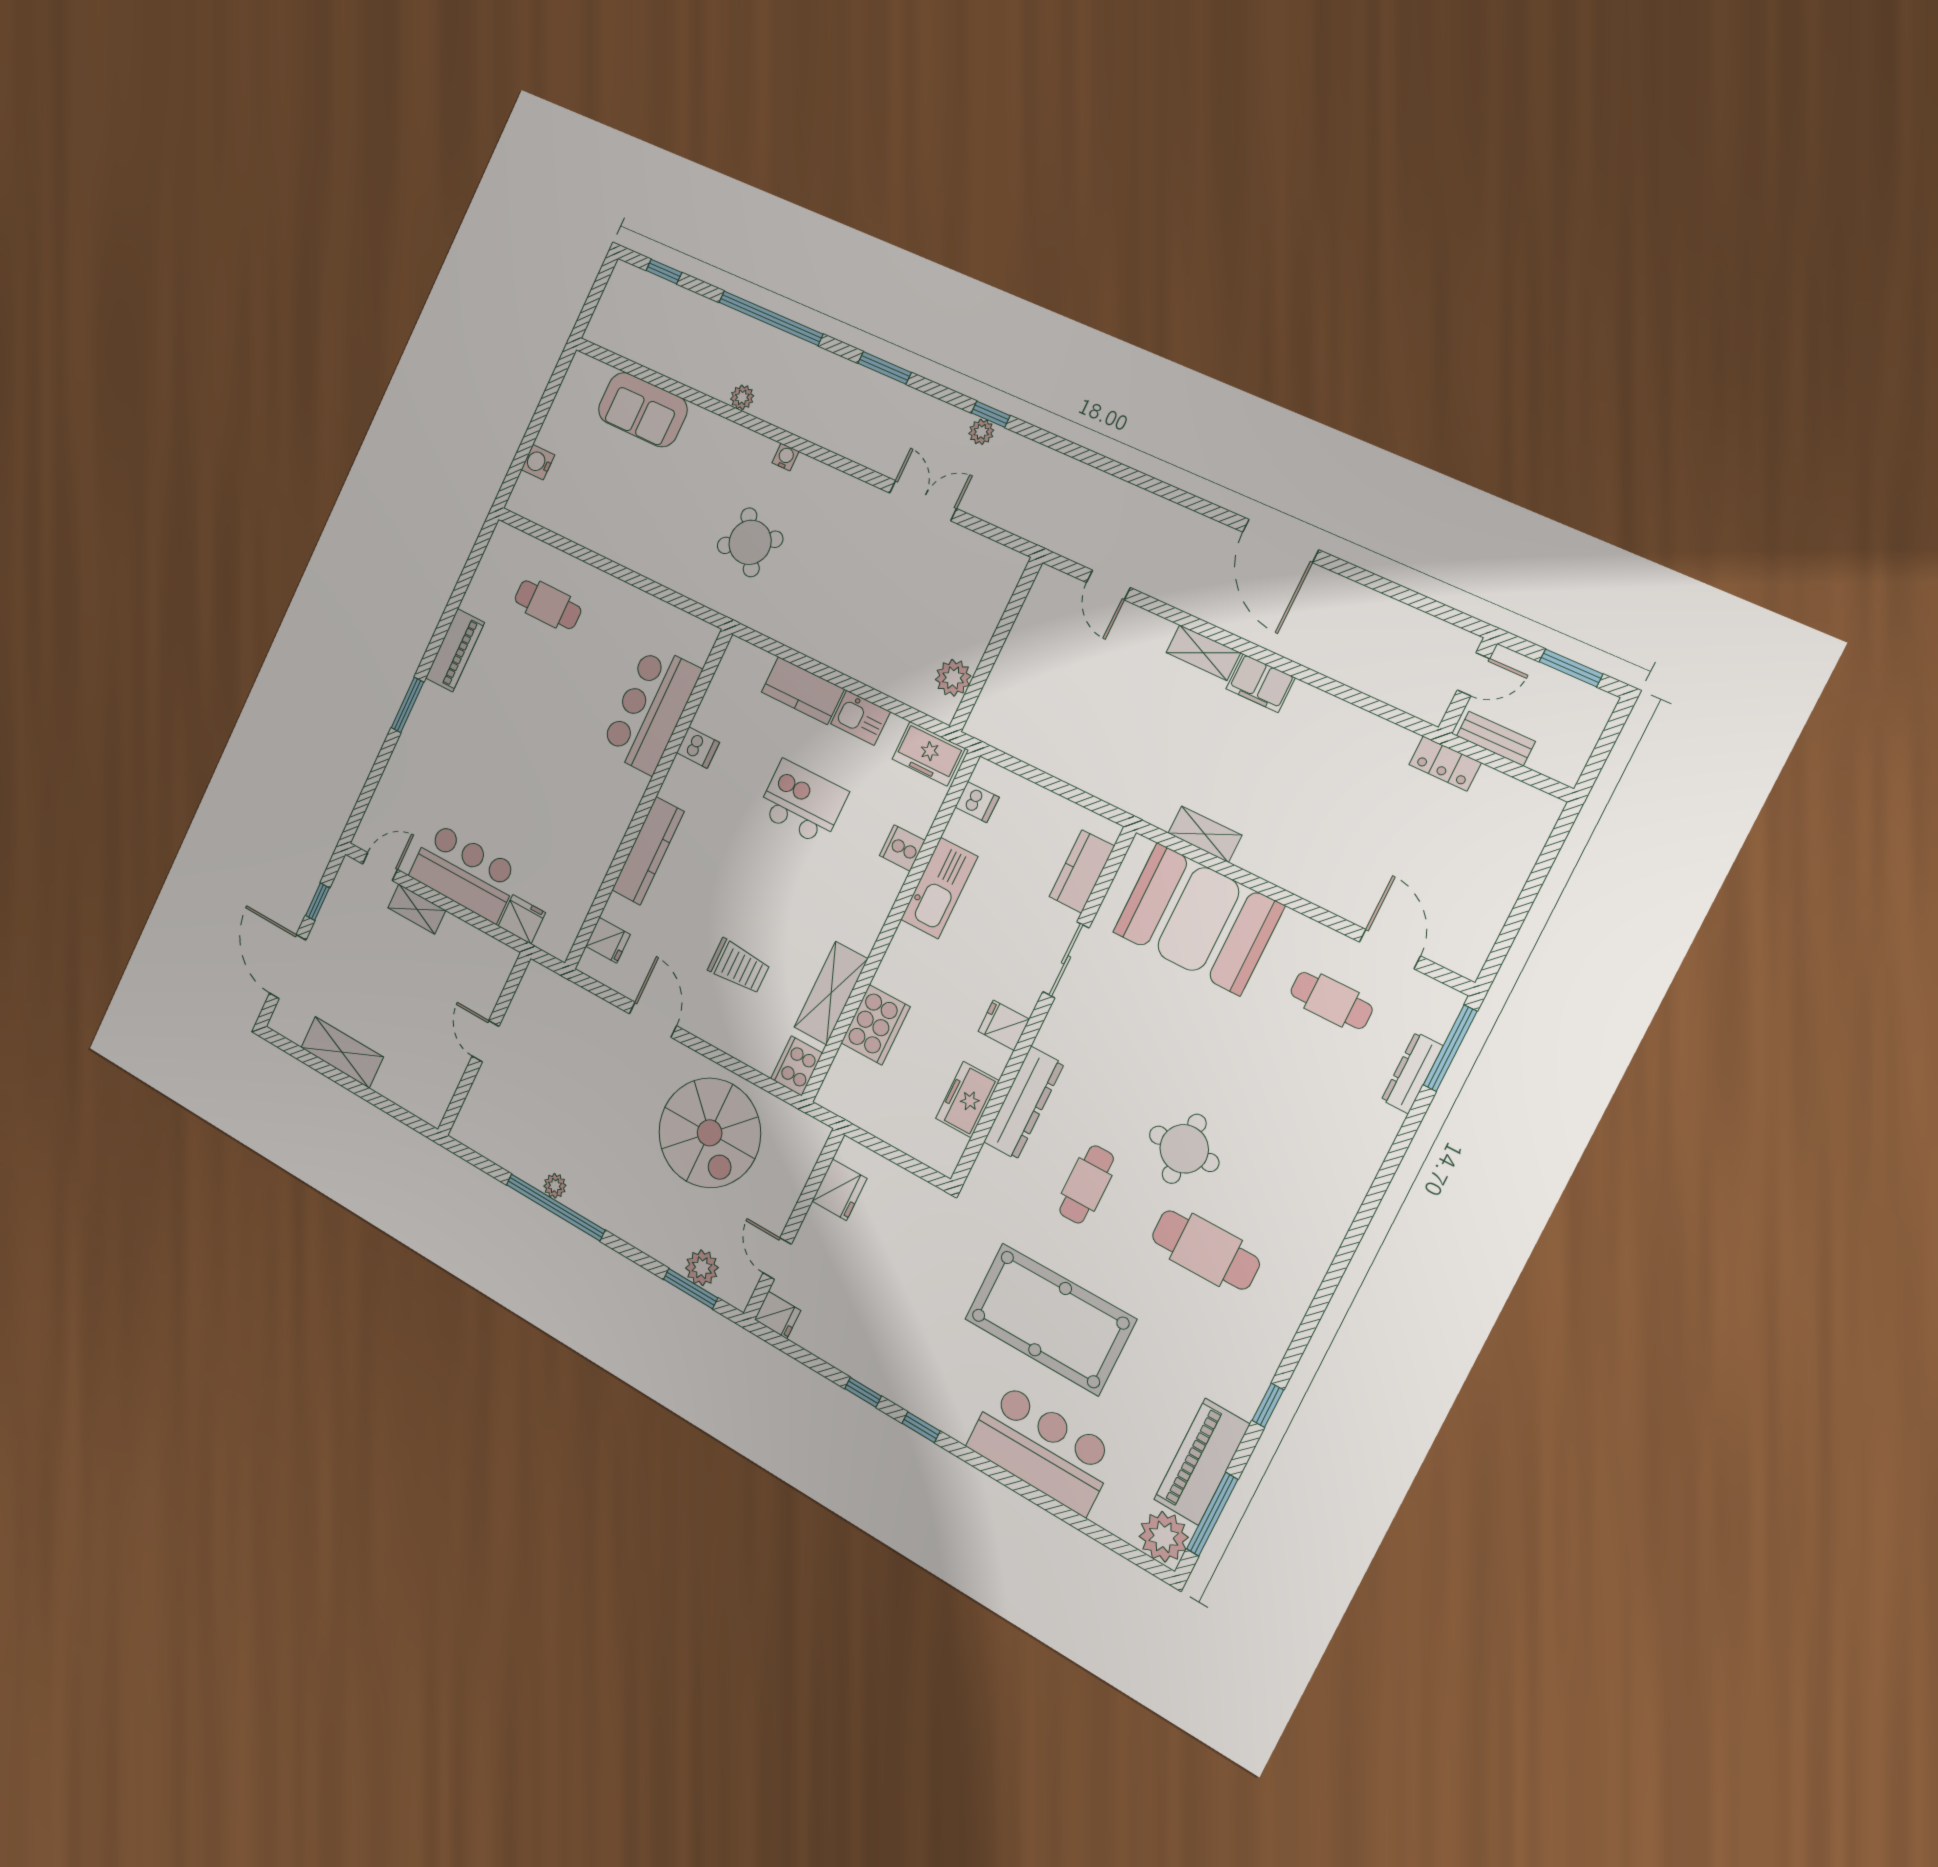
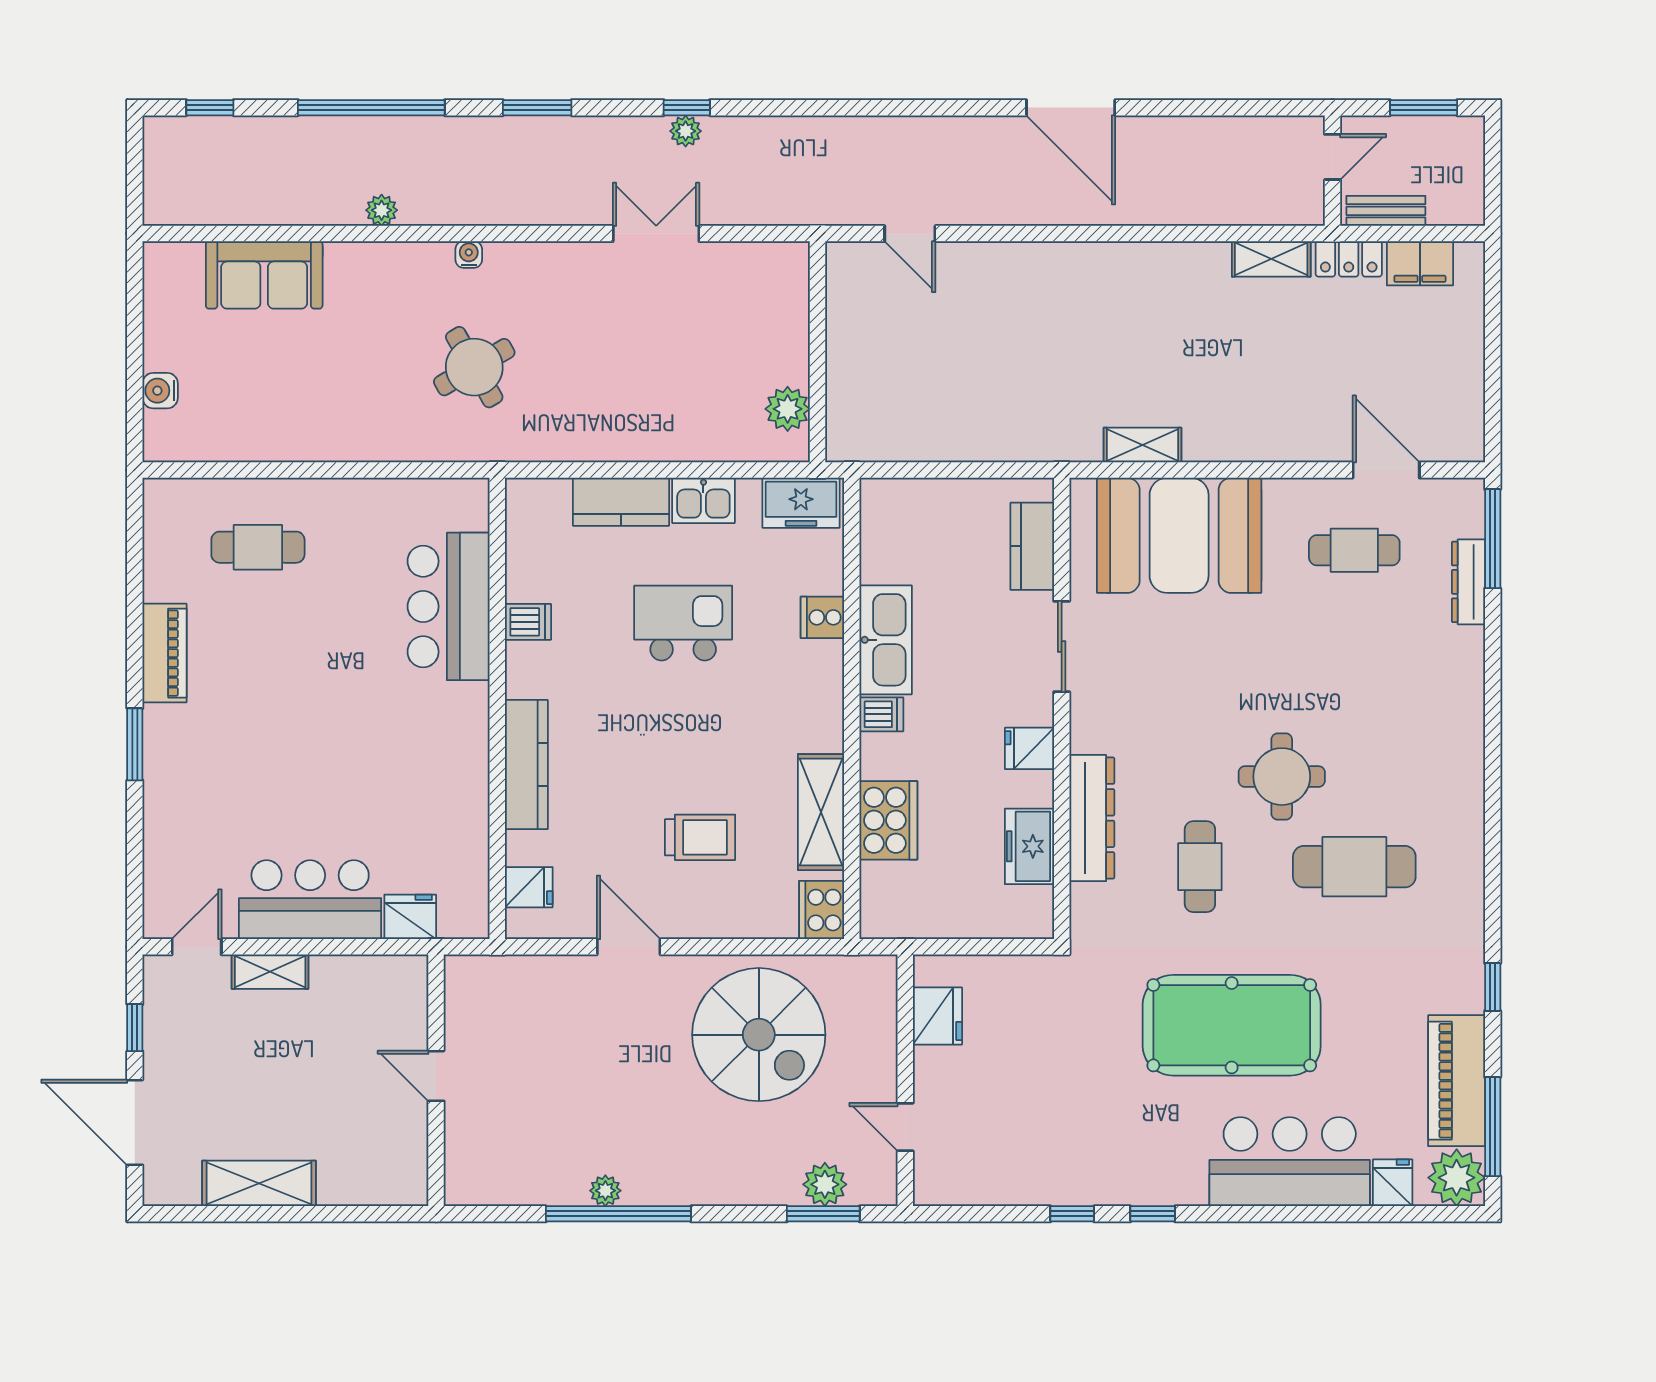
shelving: (1203, 653) -> (1271, 259), moved
filing cabinet: (1261, 683) -> (1420, 263), moved
dishwasher: (977, 802) -> (881, 714), moved
fridge: (777, 1315) -> (1393, 1183), moved, turned -90

